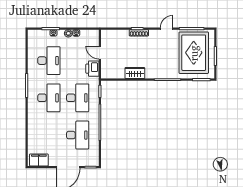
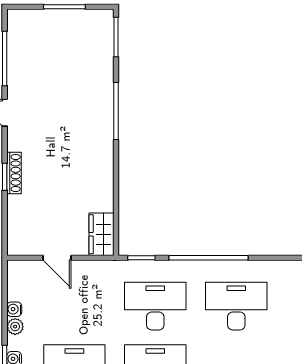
door: (100, 53) -> (57, 258), hinge flipped
rug: (194, 53) -> (57, 54), removed
printer: (92, 69) -> (92, 274), removed
wardrobe: (135, 73) -> (101, 234), moved

